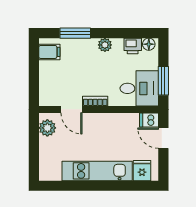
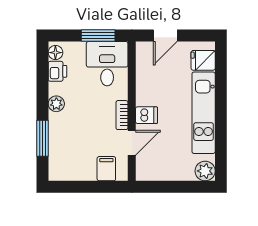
filing cabinet: (49, 52) -> (106, 169), moved
dishwasher: (149, 120) -> (146, 115), moved, turned -90
plant: (47, 128) -> (205, 171), moved

